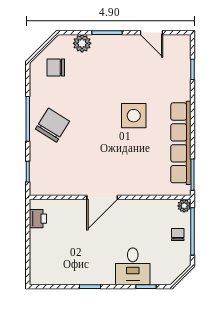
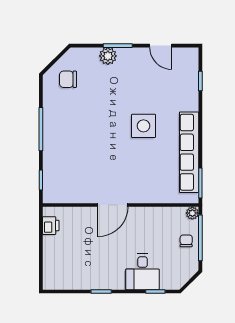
plant: (82, 43) -> (108, 56), moved
chair: (52, 125) -> (65, 135), removed

